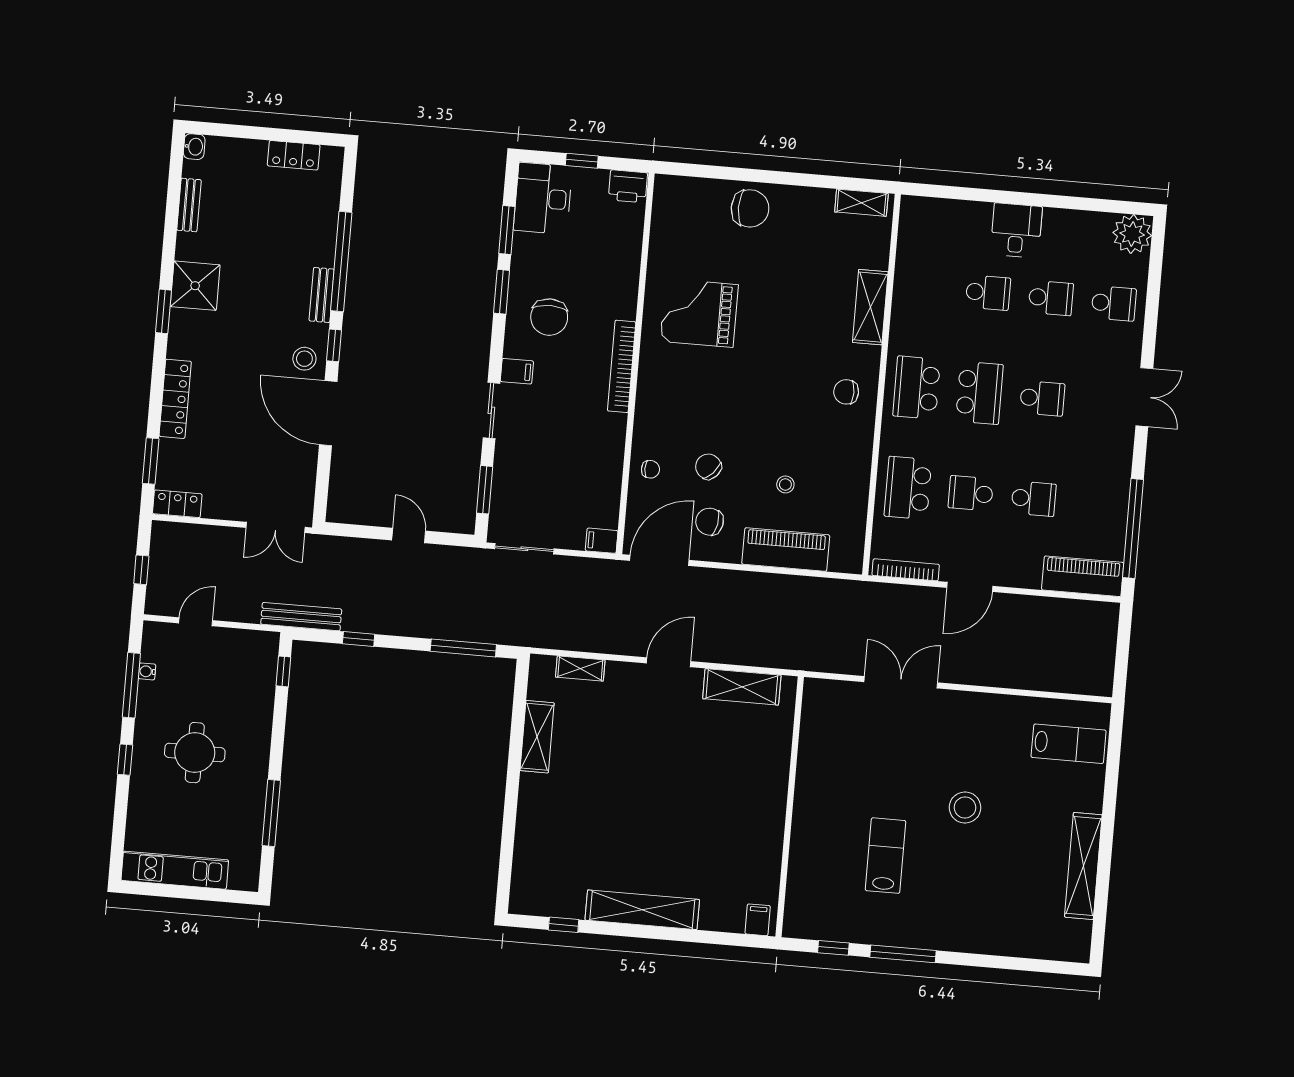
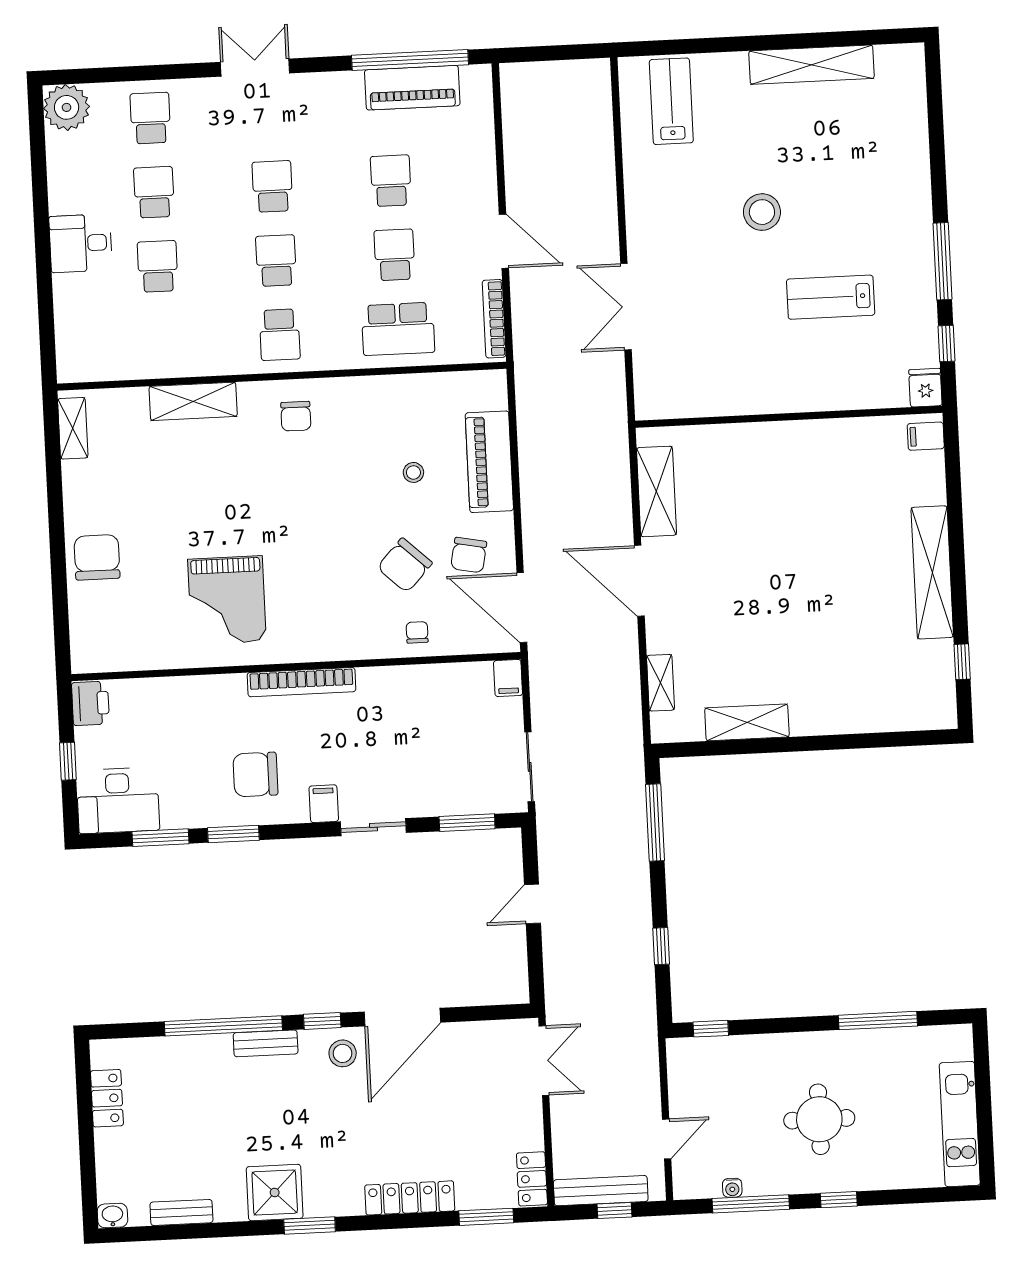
chair: (549, 317) -> (255, 774), turned 180
school desk: (917, 388) -> (280, 335), width x0.54
school desk: (979, 393) -> (276, 261), width x0.54
chair: (708, 467) -> (405, 565), width x1.37, depth x1.37
school desk: (971, 493) -> (394, 255), turned 180
piano: (1083, 576) -> (412, 88), moved, turned -90
bench: (301, 617) -> (601, 1191), moved, turned 90
door: (196, 622) -> (667, 1139), swing flipped
door: (669, 662) -> (639, 581), width x1.36
fridge: (799, 925) -> (925, 388), added

